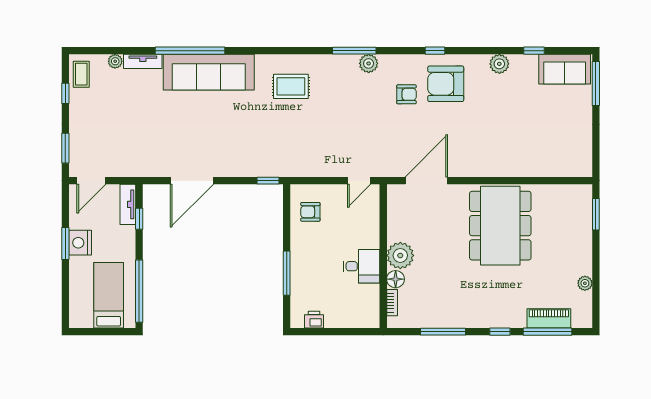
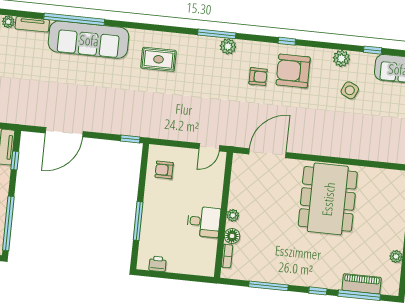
side table: (513, 99) -> (350, 90), added
plant: (400, 255) -> (233, 215), width x0.53, depth x0.53

